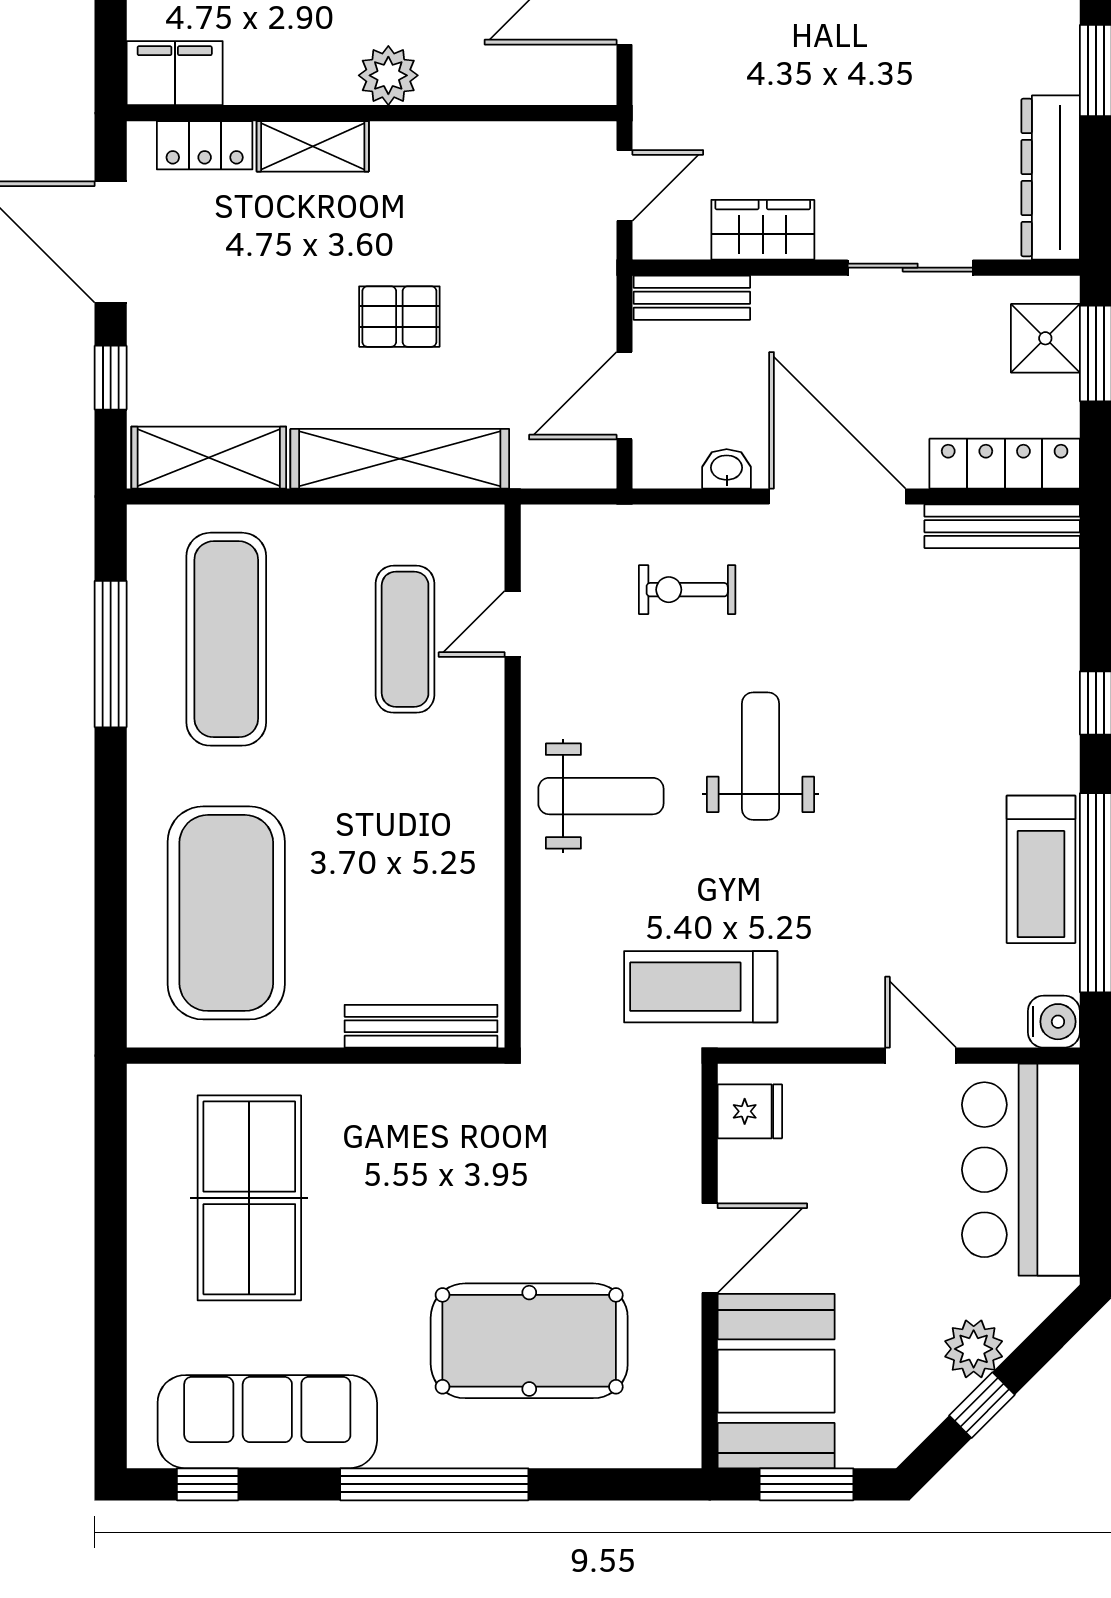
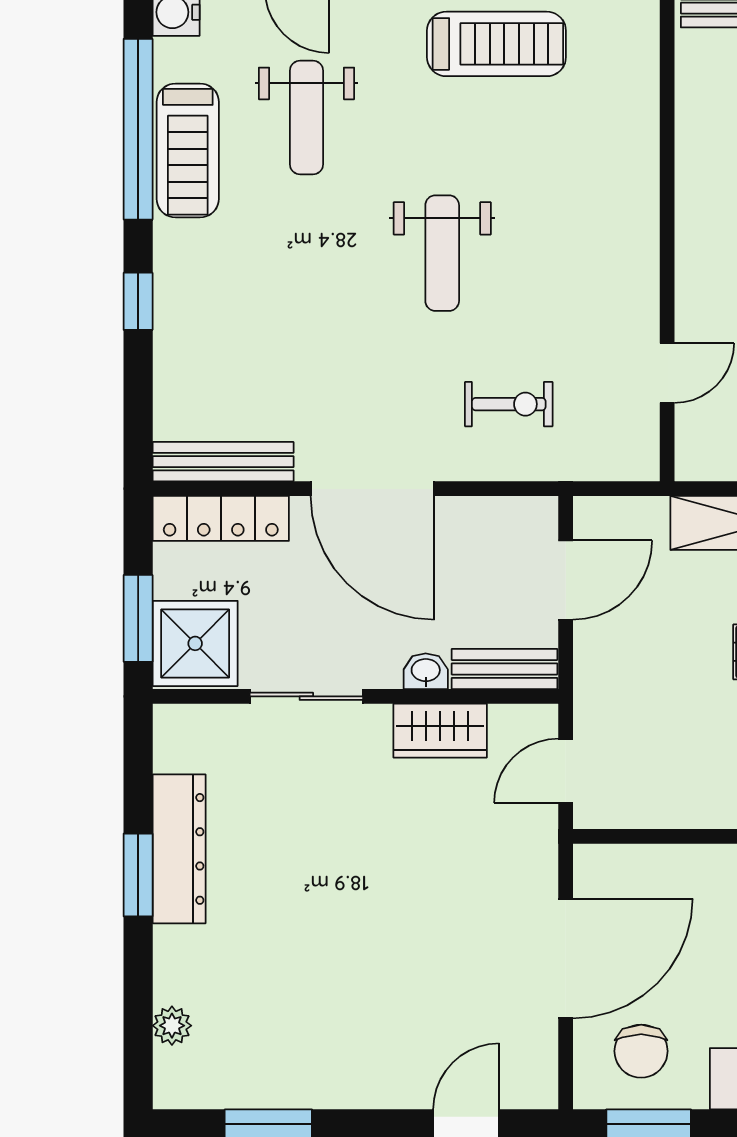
dresser: (1051, 178) -> (179, 849), moved
shower: (1045, 338) -> (195, 643), width x1.36, depth x1.36
washbasin: (727, 469) -> (426, 671), moved, turned 180
weight bench: (601, 796) -> (306, 118), moved, turned -90
treadmill: (1041, 869) -> (188, 150), turned 180

